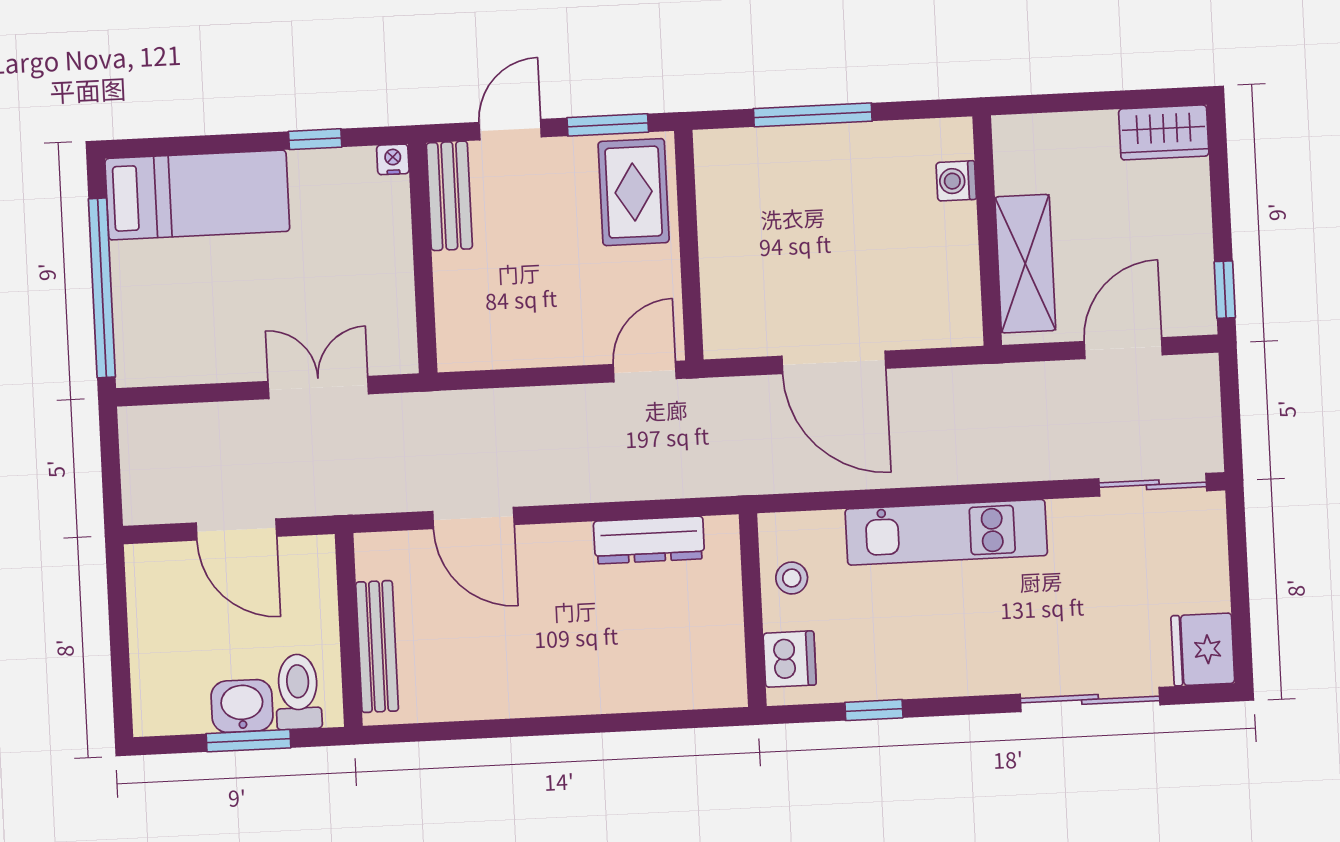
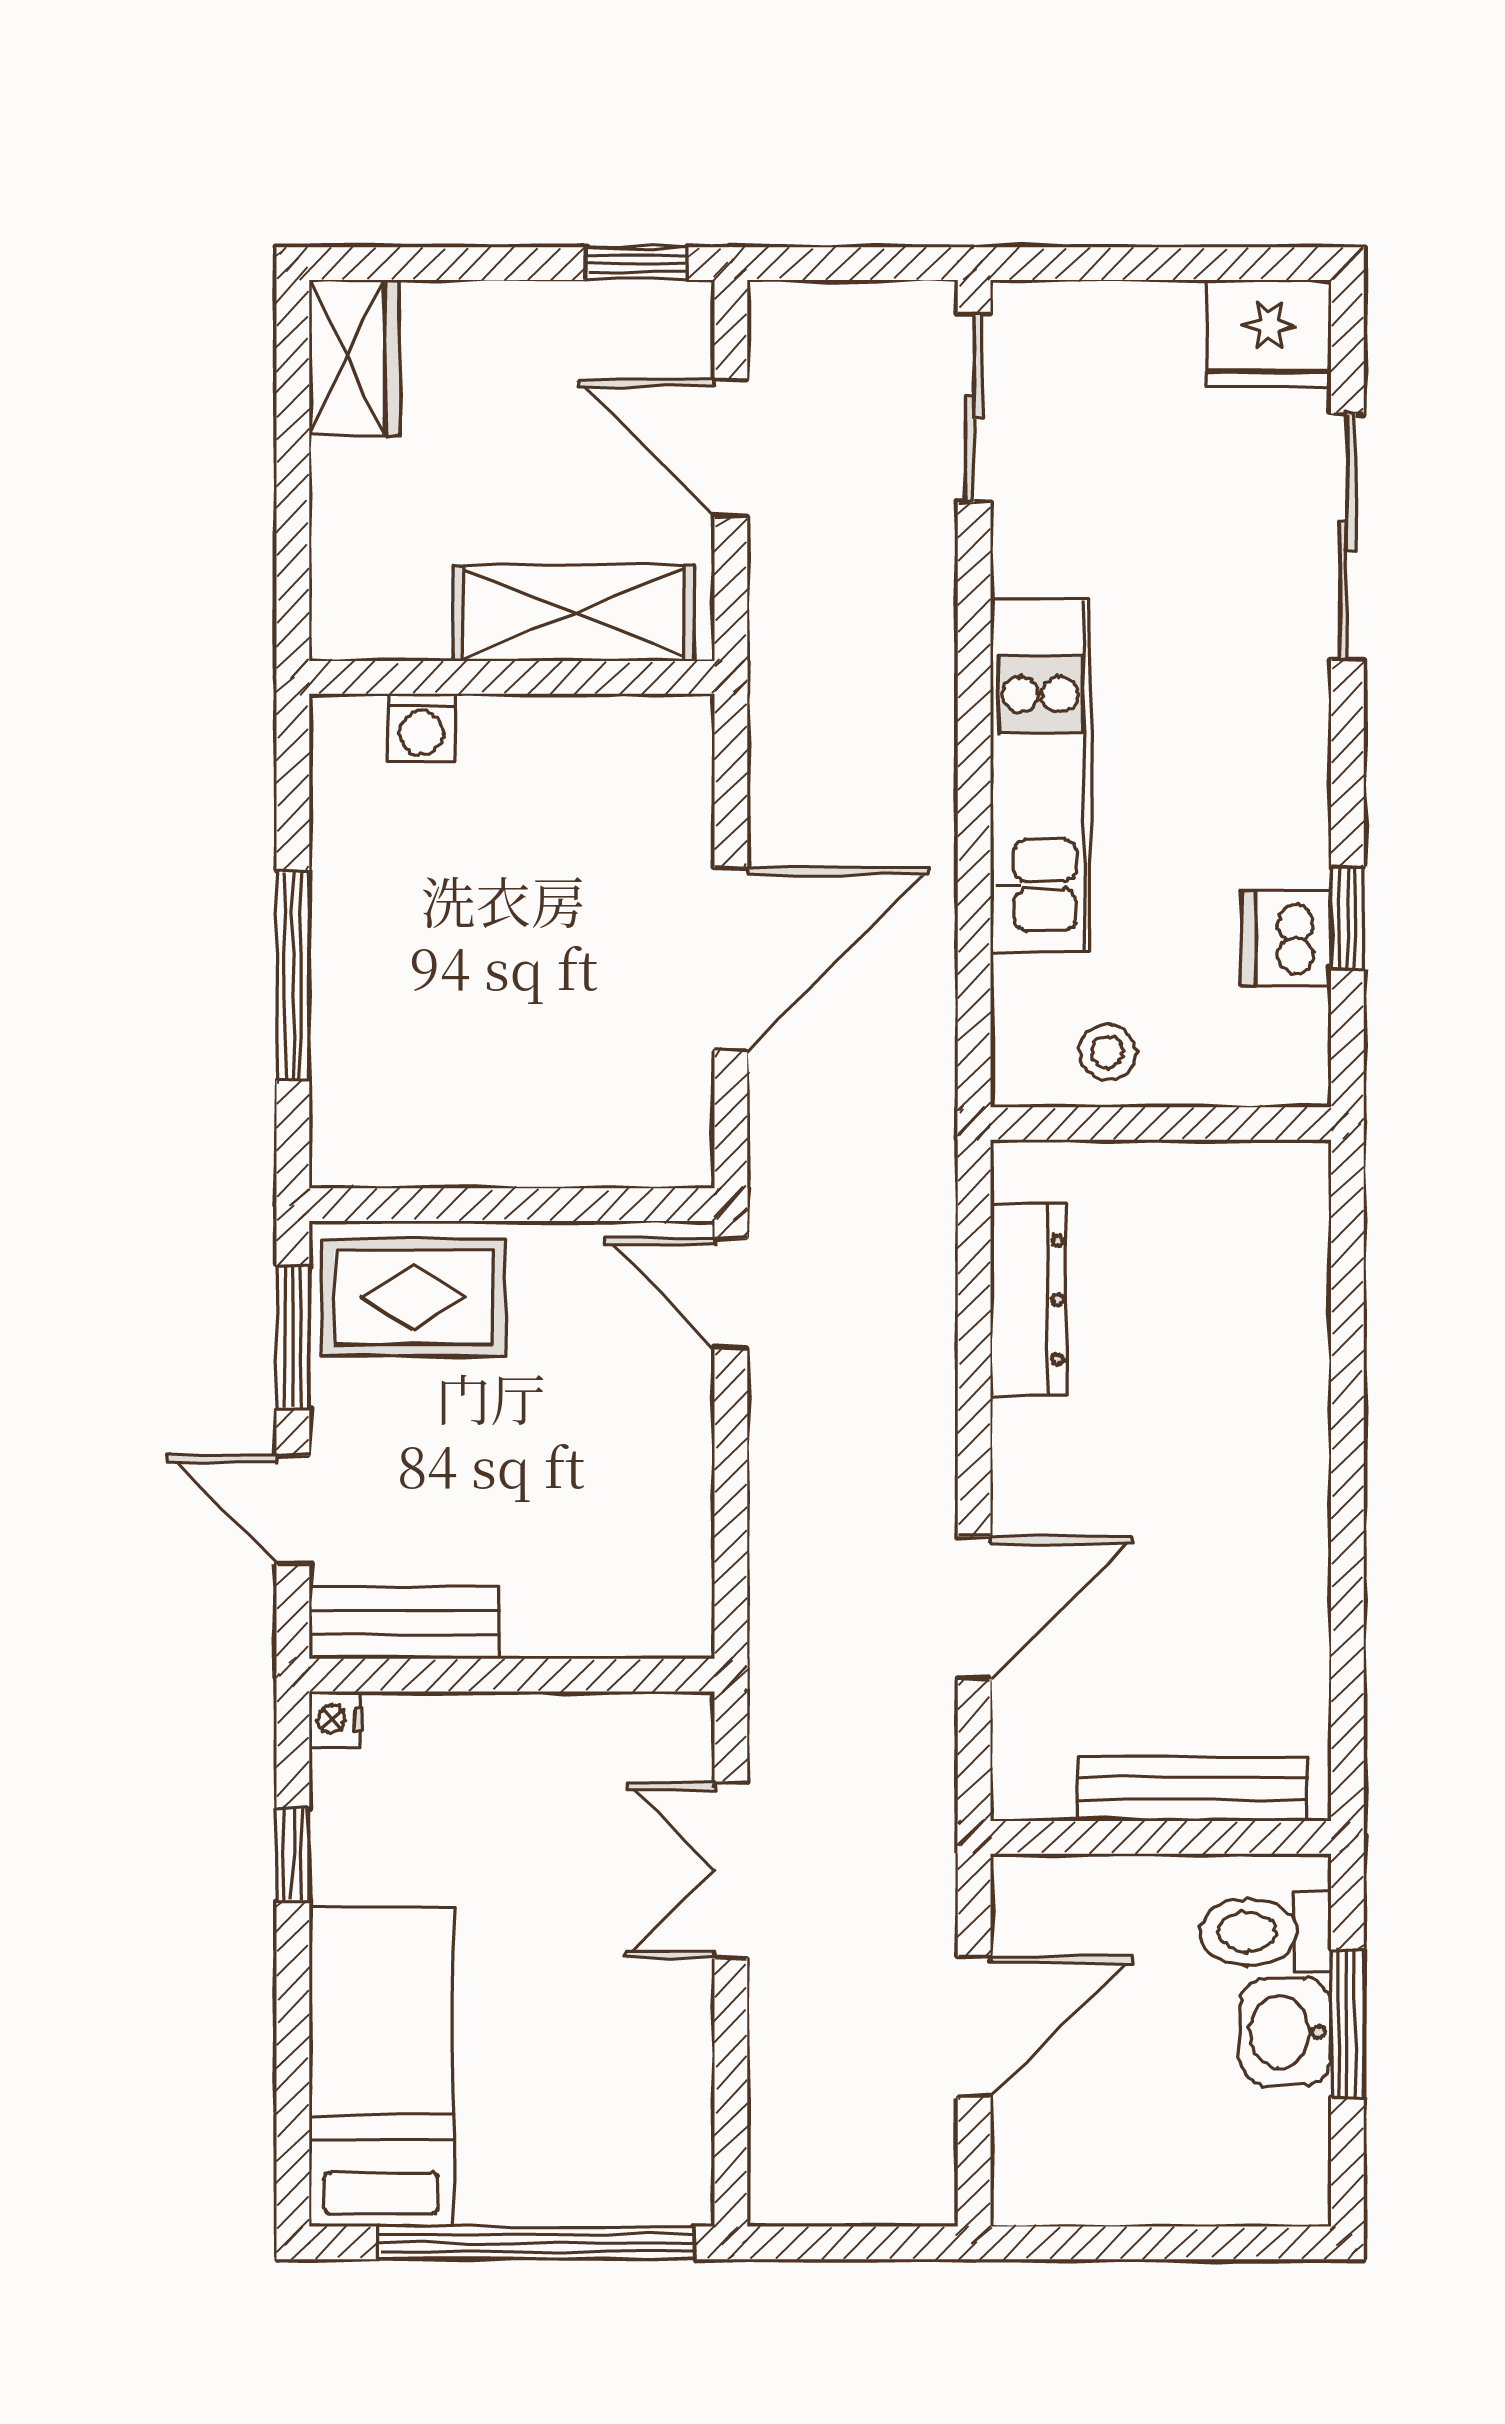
dishwasher: (790, 659) -> (1286, 938), moved, turned -90

